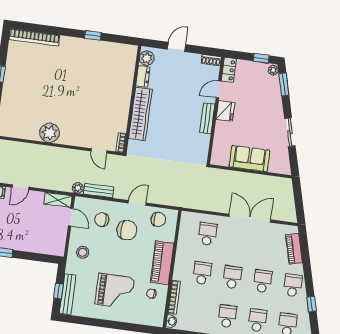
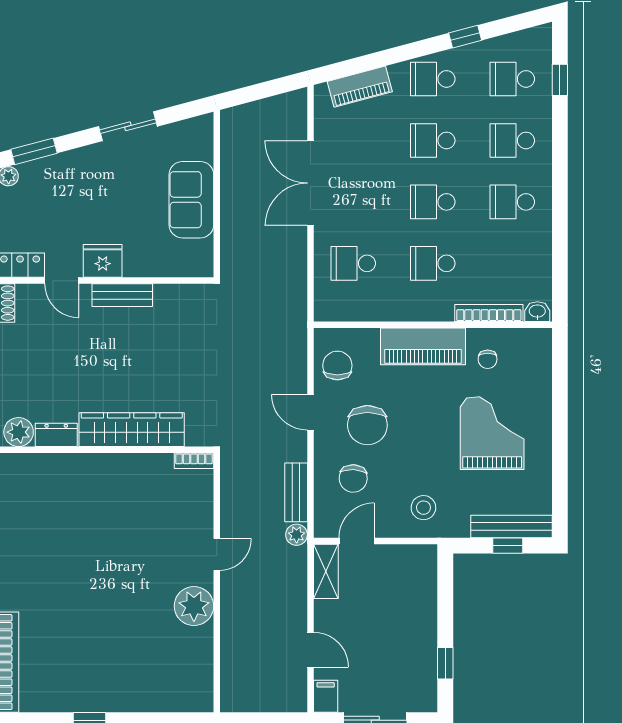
door: (99, 151) -> (217, 554), moved
chair: (127, 230) -> (367, 425), turned 180

